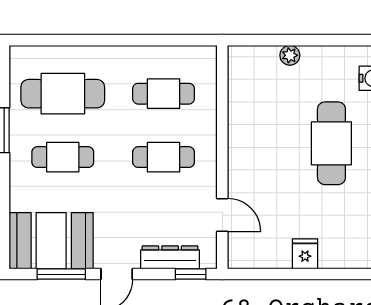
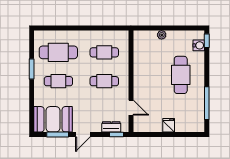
dresser: (170, 257) -> (111, 127), width x0.70

